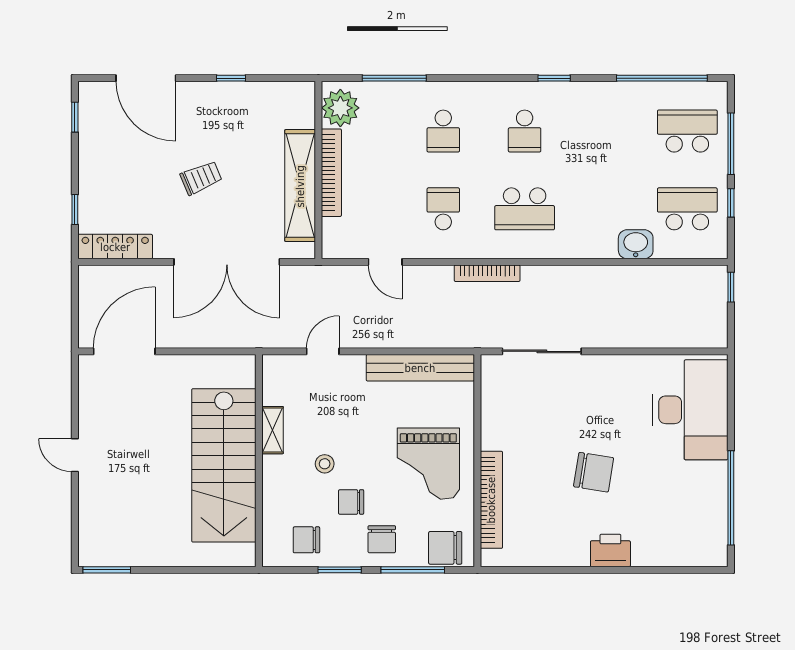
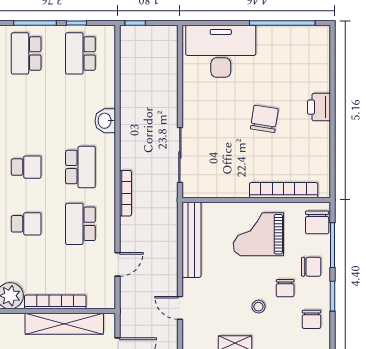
school desk: (443, 209) -> (80, 224), width x1.85
washbasin: (636, 244) -> (105, 121), moved
grand piano: (428, 464) -> (258, 234), turned 180

